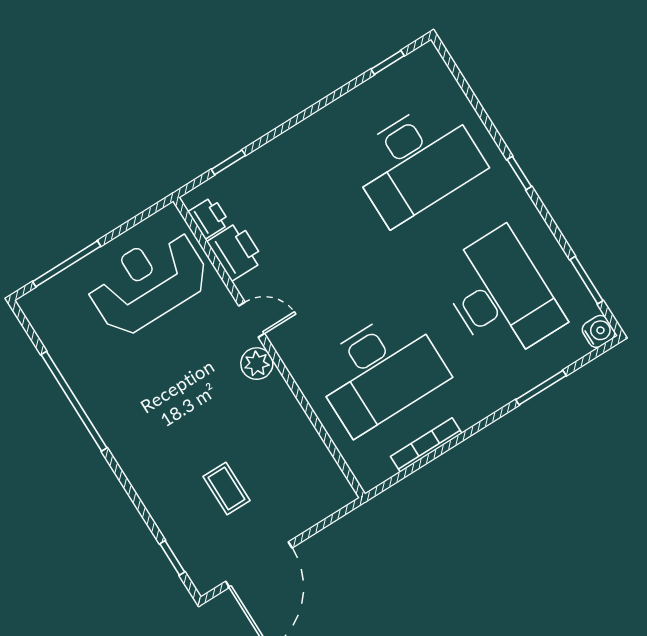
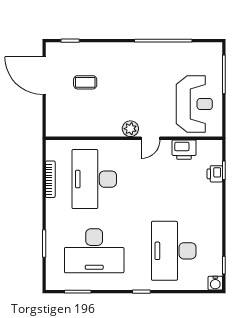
printer: (209, 218) -> (215, 174), moved, turned 90
water cooler: (599, 331) -> (215, 283), moved

